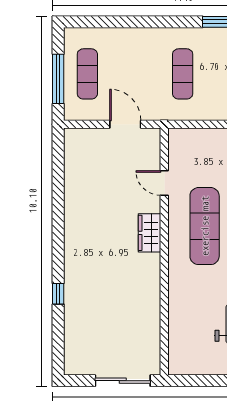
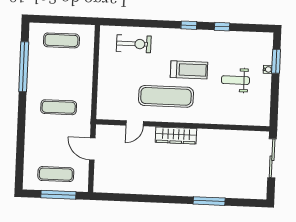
door: (125, 124) -> (92, 149), hinge flipped
wardrobe: (149, 233) -> (176, 135), width x1.50
window: (58, 294) -> (209, 201), width x2.17

